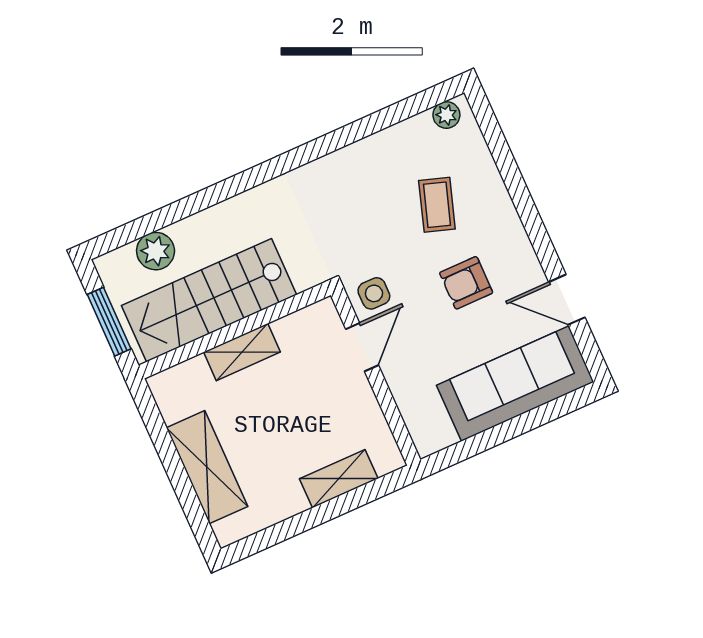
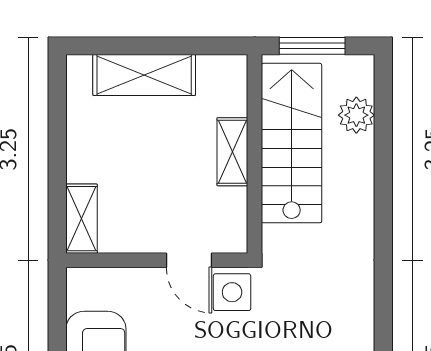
side table: (374, 293) -> (232, 292), width x1.37, depth x1.37
shelving: (339, 479) -> (82, 219), moved

